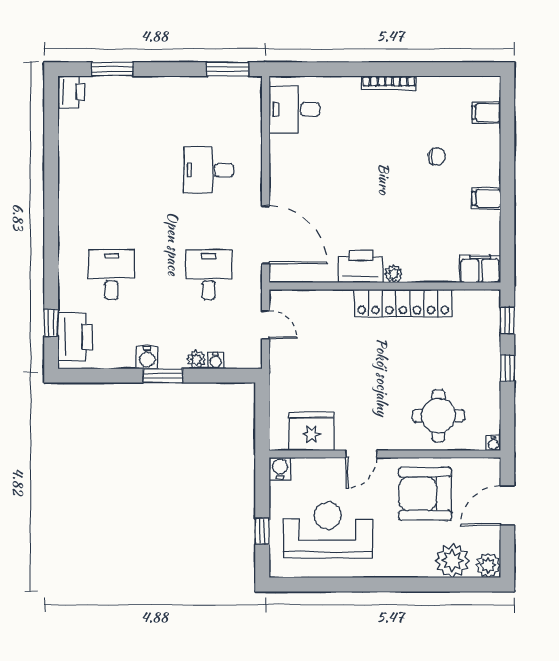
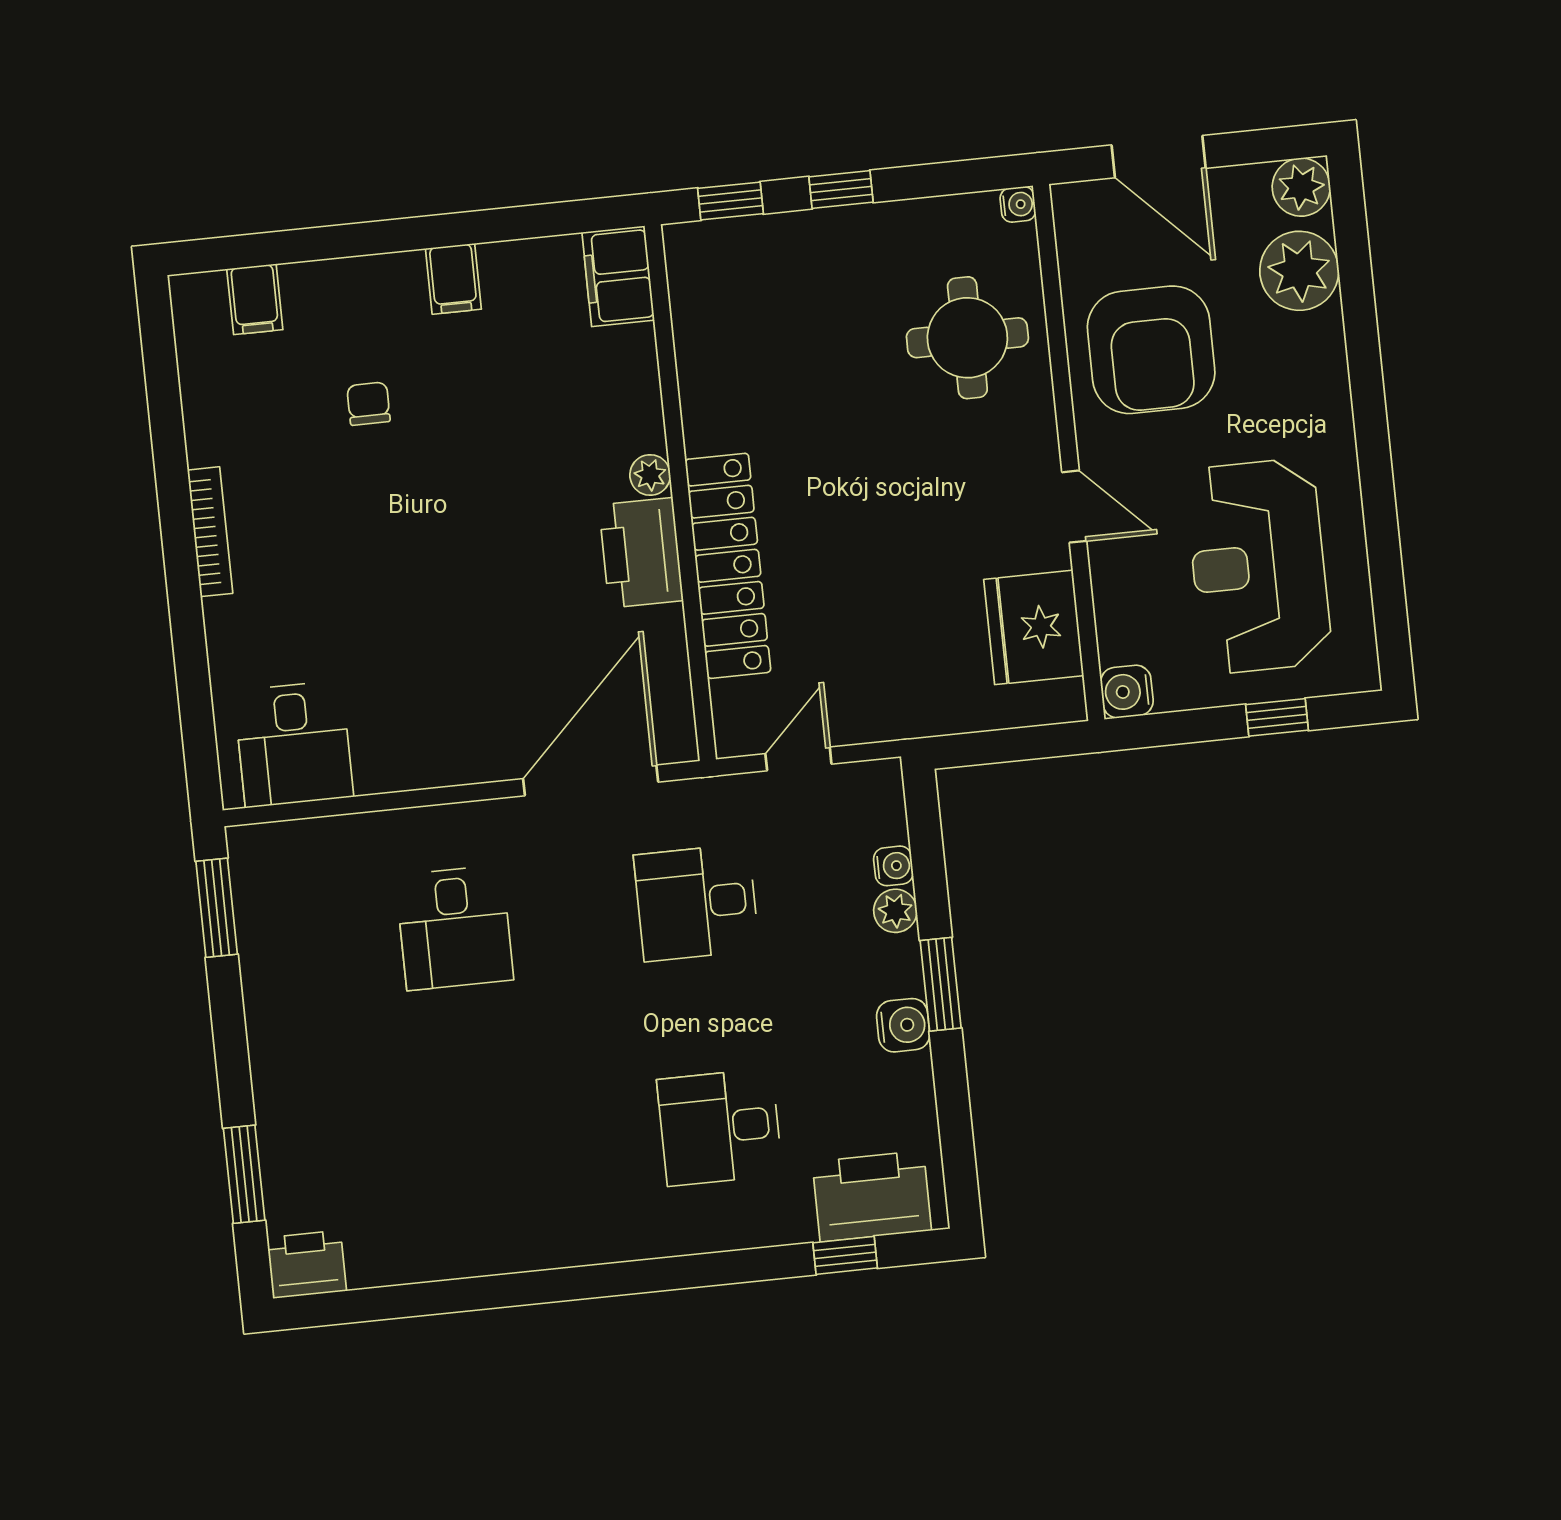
locker: (403, 303) -> (728, 566), moved

